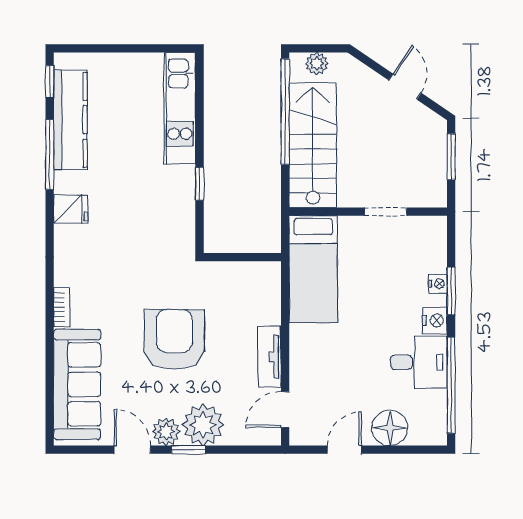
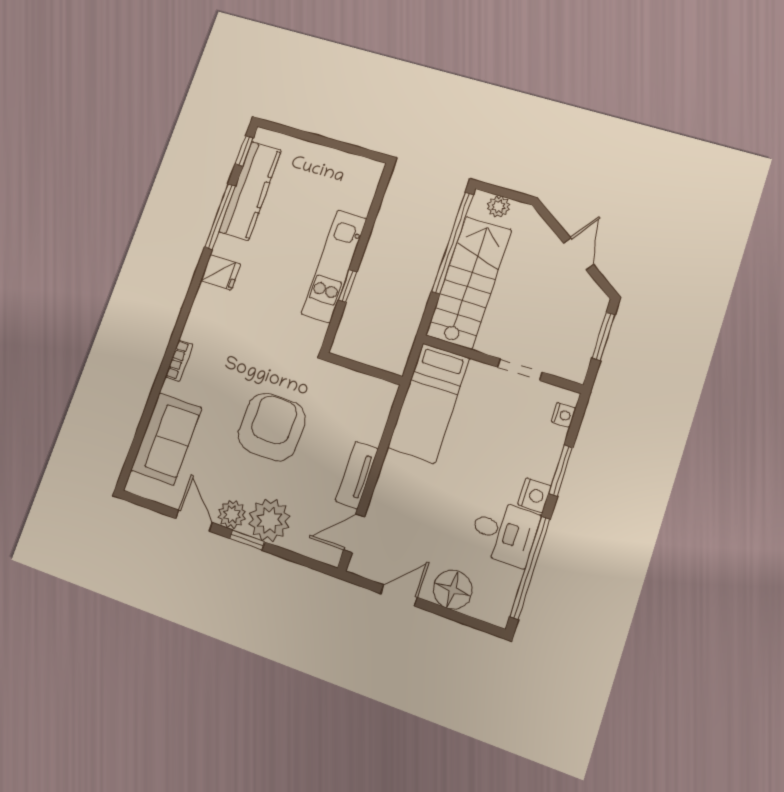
kitchen unit: (180, 108) -> (334, 266), moved
nightstand: (438, 284) -> (563, 415), moved
sofa: (77, 384) -> (166, 439), width x0.73

